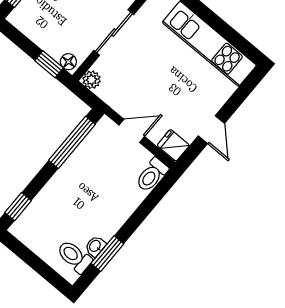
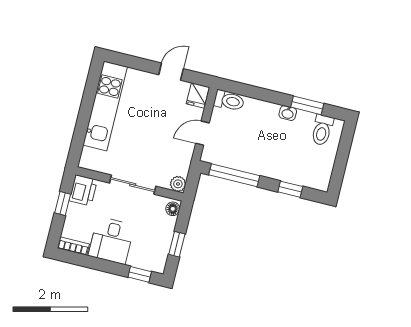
window: (49, 64) -> (177, 244), moved
door: (132, 131) -> (202, 133), hinge flipped
window: (18, 207) -> (290, 189), moved
washbasin: (95, 246) -> (288, 113), moved

